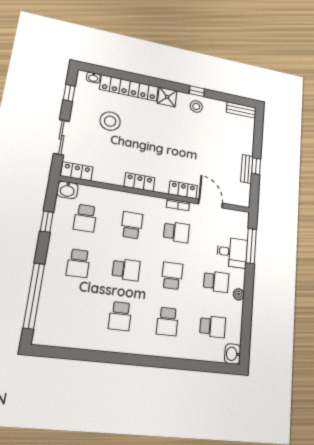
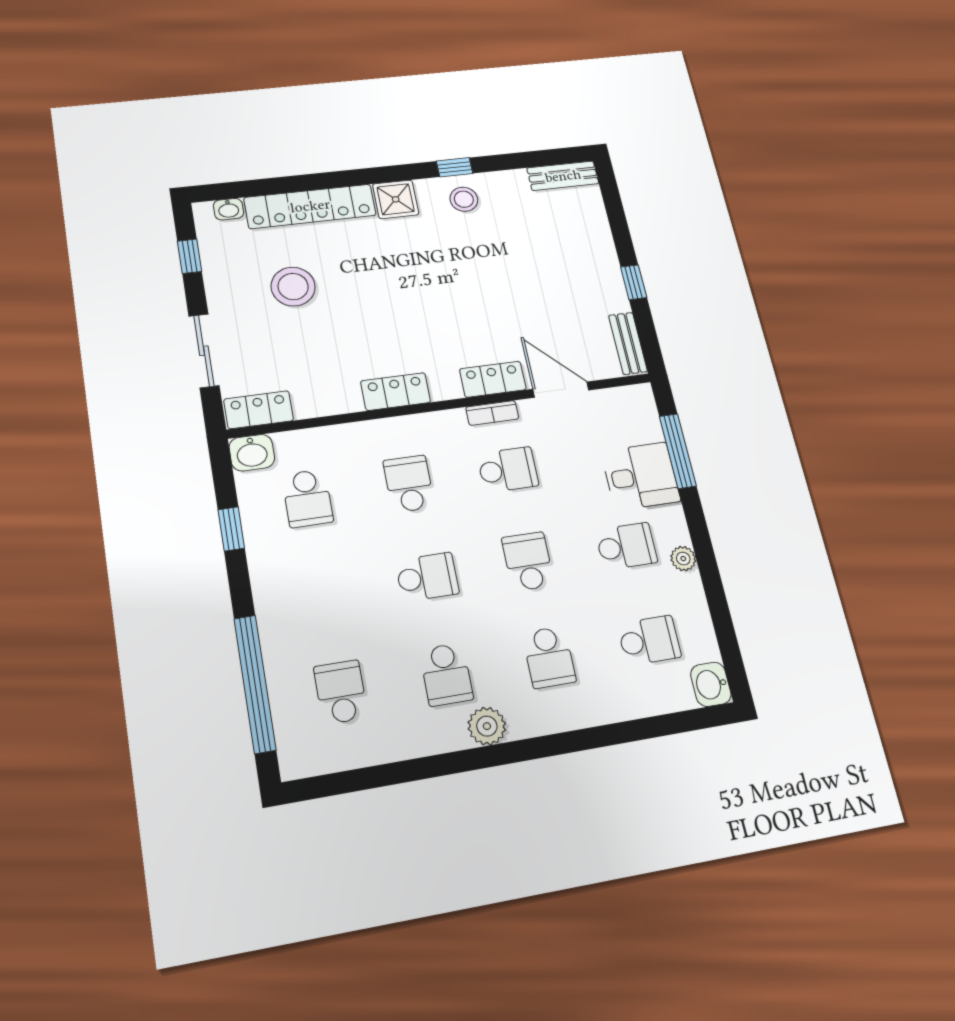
bench: (247, 169) -> (628, 343), moved
school desk: (78, 263) -> (341, 692), moved, turned 180
plant: (130, 345) -> (487, 726), added

